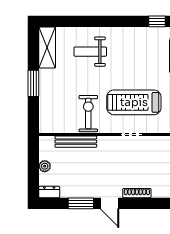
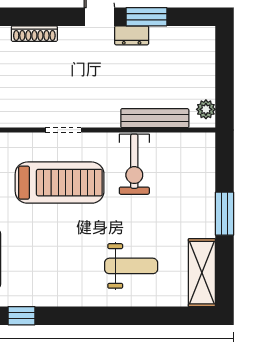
plant: (45, 166) -> (206, 109), moved
dresser: (49, 192) -> (132, 35), moved
shoe rack: (137, 193) -> (34, 34), moved

